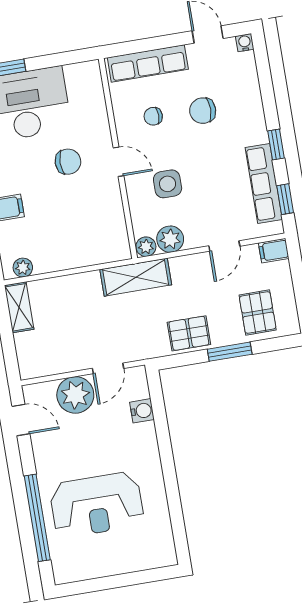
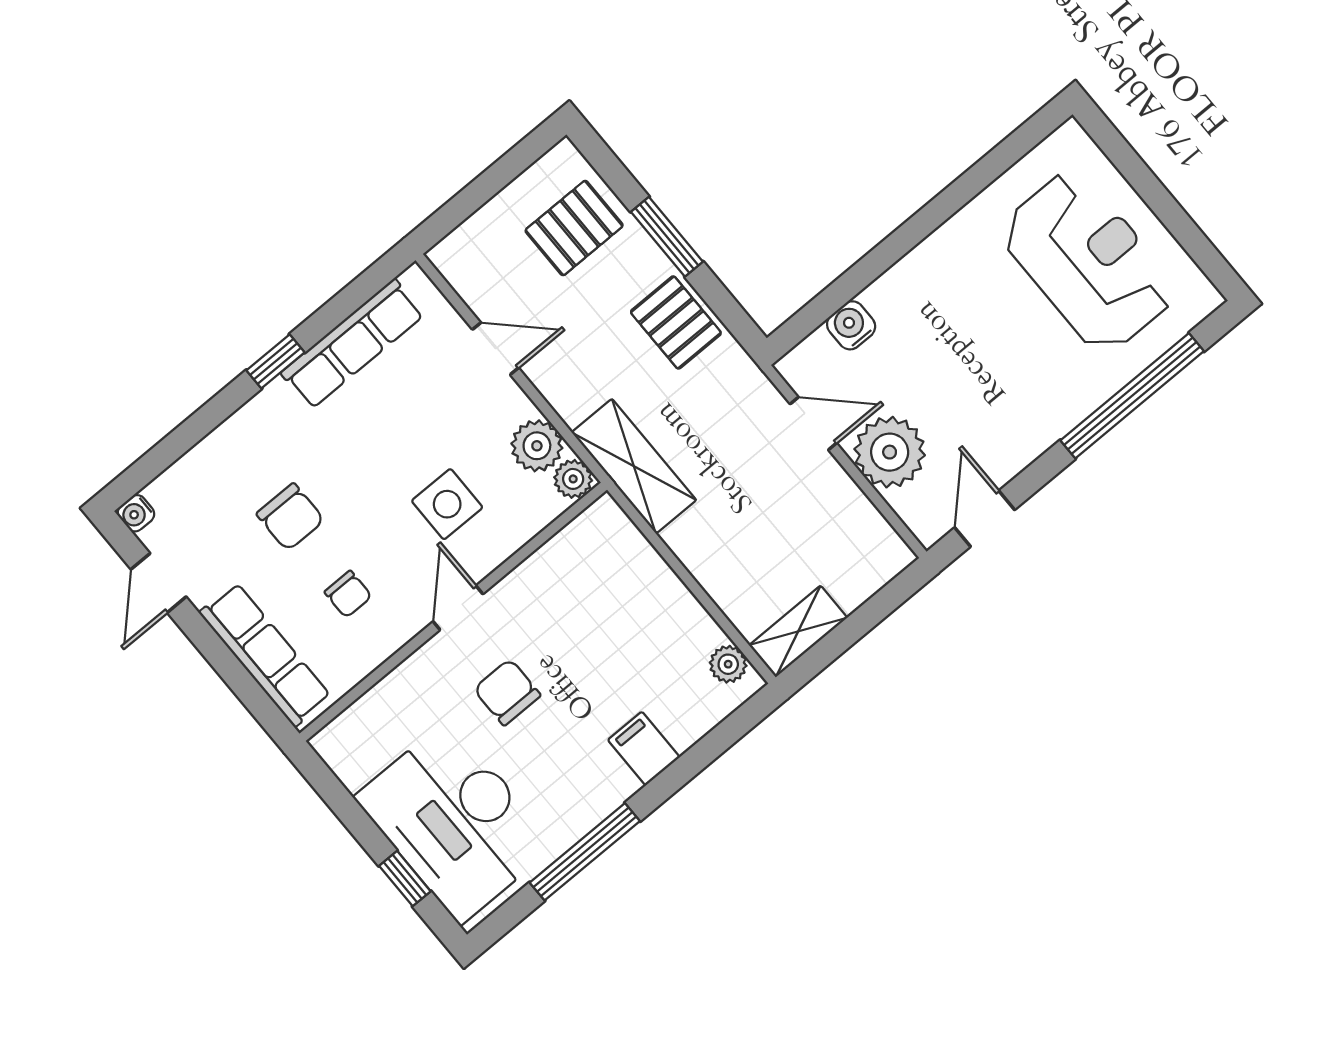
window: (285, 199) -> (358, 293), removed
filing cabinet: (274, 251) -> (455, 262), removed
reception desk: (97, 505) -> (1088, 261), moved

